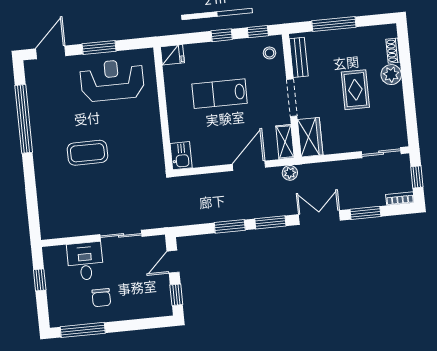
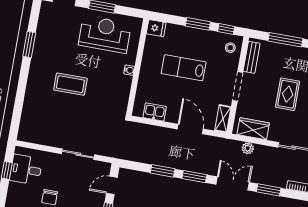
window: (222, 35) -> (198, 24), width x1.50
water cooler: (154, 115) -> (129, 70), added
window: (24, 119) -> (29, 45), width x0.47
wardrobe: (310, 137) -> (253, 129), moved, turned -90
kitchen sink: (181, 156) -> (155, 112), moved, turned -90
door: (249, 166) -> (190, 129), hinge flipped
plant: (290, 173) -> (248, 148), moved
desk: (85, 261) -> (26, 170), moved, turned -90

